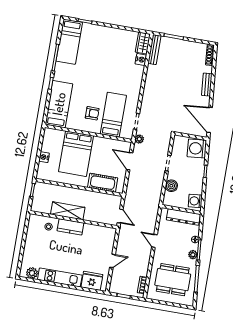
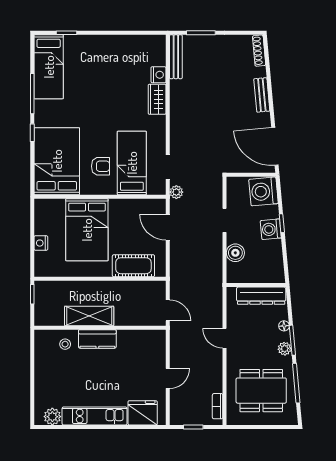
wardrobe: (143, 43) -> (157, 99), moved
bed: (59, 104) -> (57, 161), width x1.50
washing machine: (195, 201) -> (271, 229), moved

